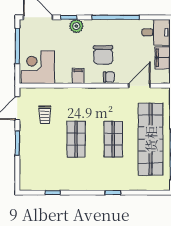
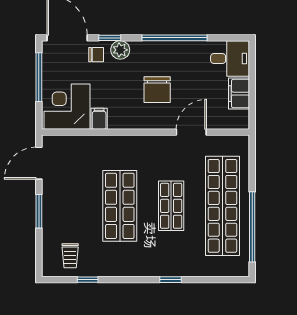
filing cabinet: (78, 76) -> (99, 119), moved
chair: (109, 77) -> (96, 55), moved
door: (139, 86) -> (191, 132), moved
trolley: (45, 115) -> (70, 256), moved
shop shelf: (76, 139) -> (120, 206), width x1.43, depth x1.36

